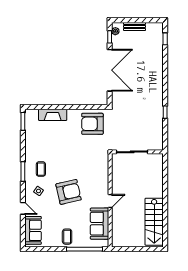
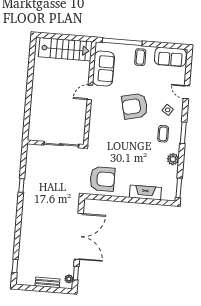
double door: (110, 70) -> (79, 236), swing flipped
plant: (30, 147) -> (173, 159), added
stairs: (154, 222) -> (65, 49), moved, turned 90
sofa: (33, 230) -> (170, 57), moved, turned -90

